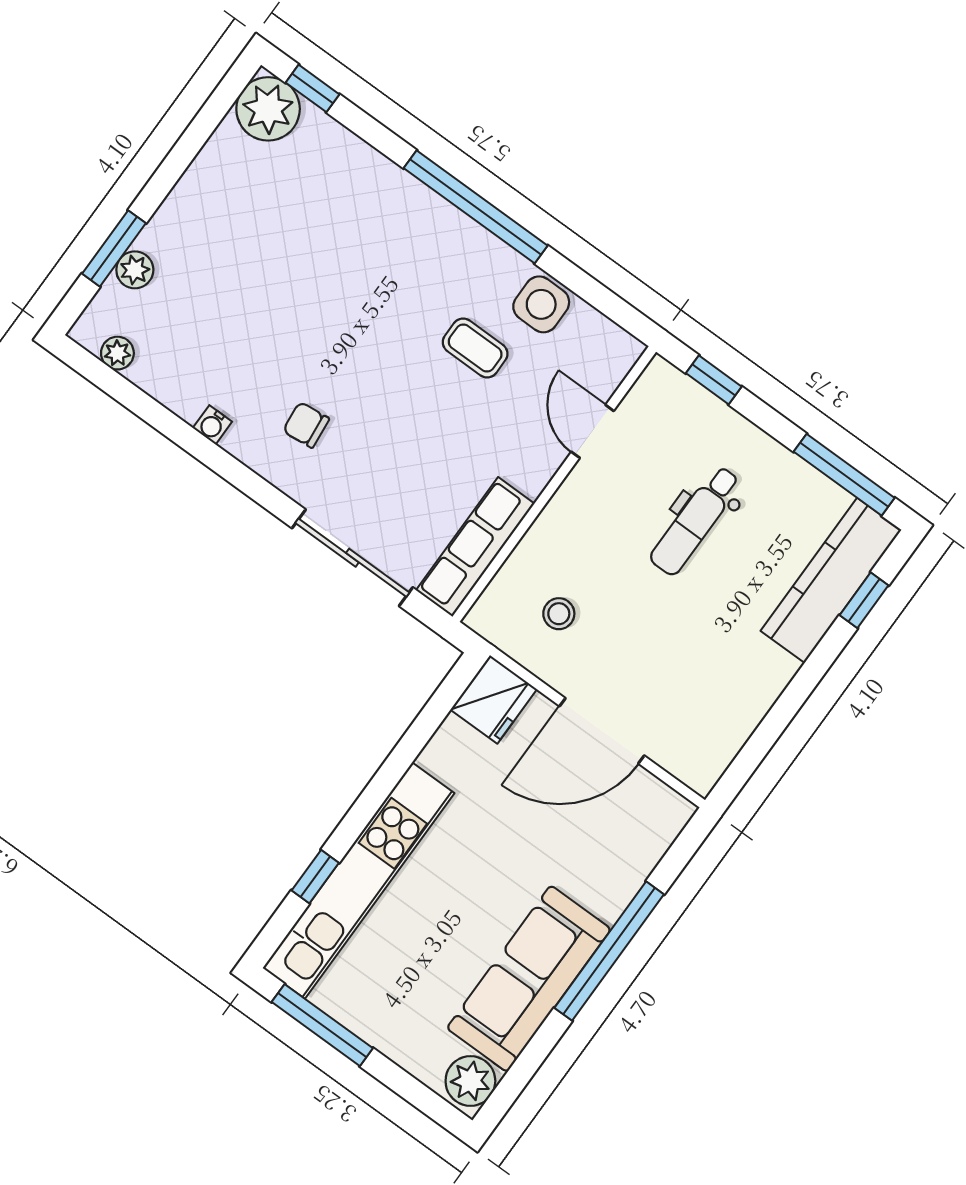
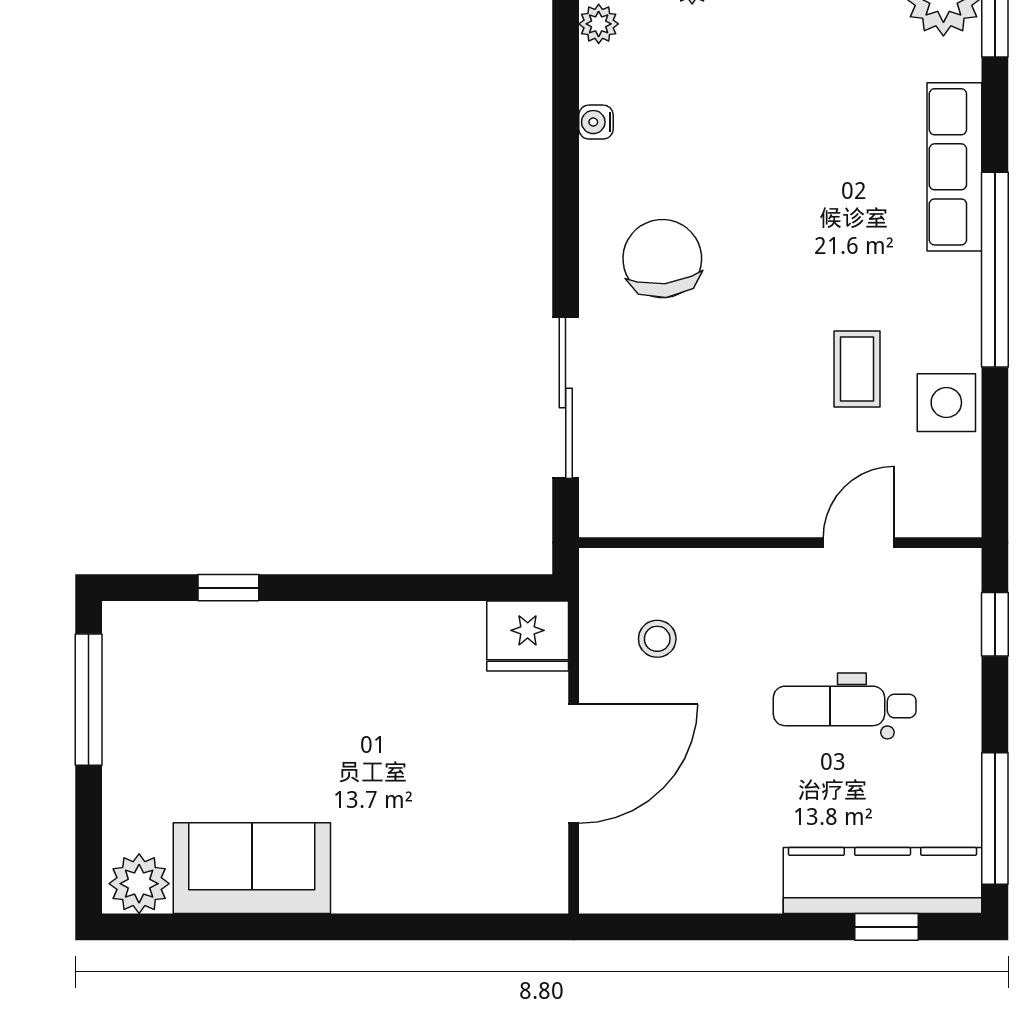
water cooler: (212, 425) -> (596, 122), moved
chair: (306, 425) -> (662, 259), width x1.87, depth x1.87
row of seats: (475, 547) -> (954, 167), moved, turned -90
door: (602, 731) -> (574, 764), swing flipped
kitchen unit: (358, 881) -> (255, 633), removed
window: (609, 951) -> (364, 927), removed
sofa: (529, 979) -> (252, 868), width x0.73

